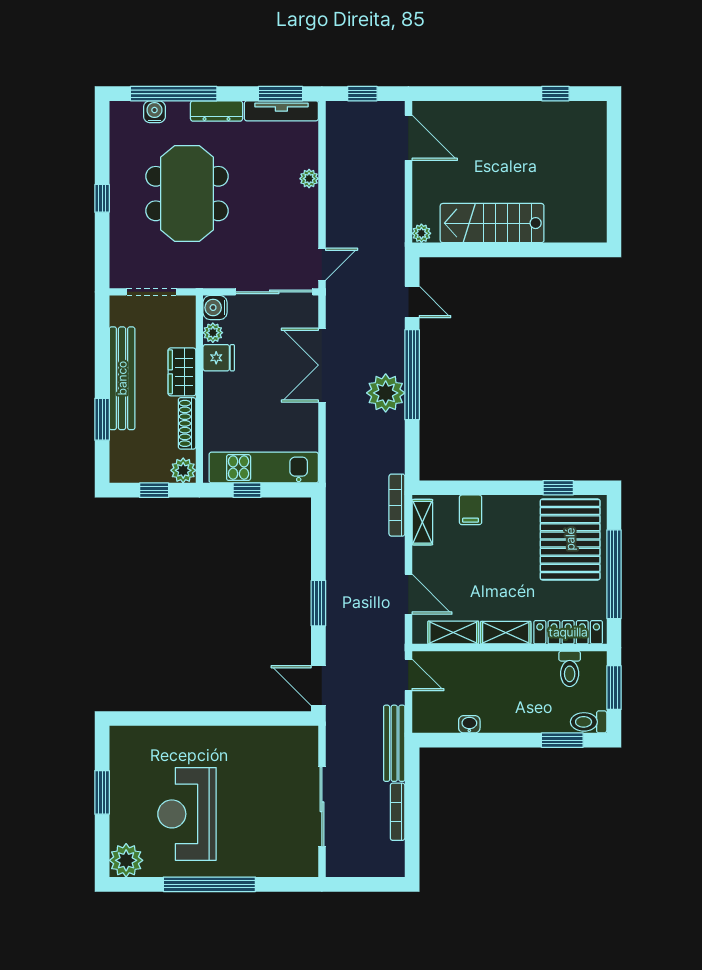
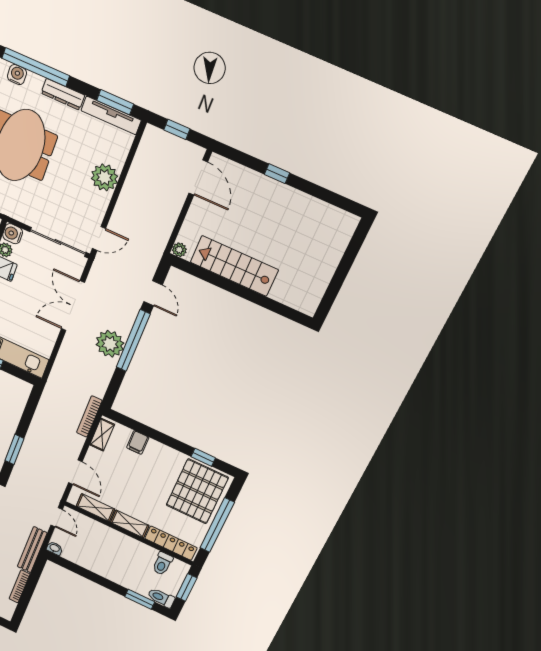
window: (555, 94) -> (277, 174), moved
plant: (309, 179) -> (105, 177), width x1.88, depth x1.88
washbasin: (469, 724) -> (55, 548), moved

